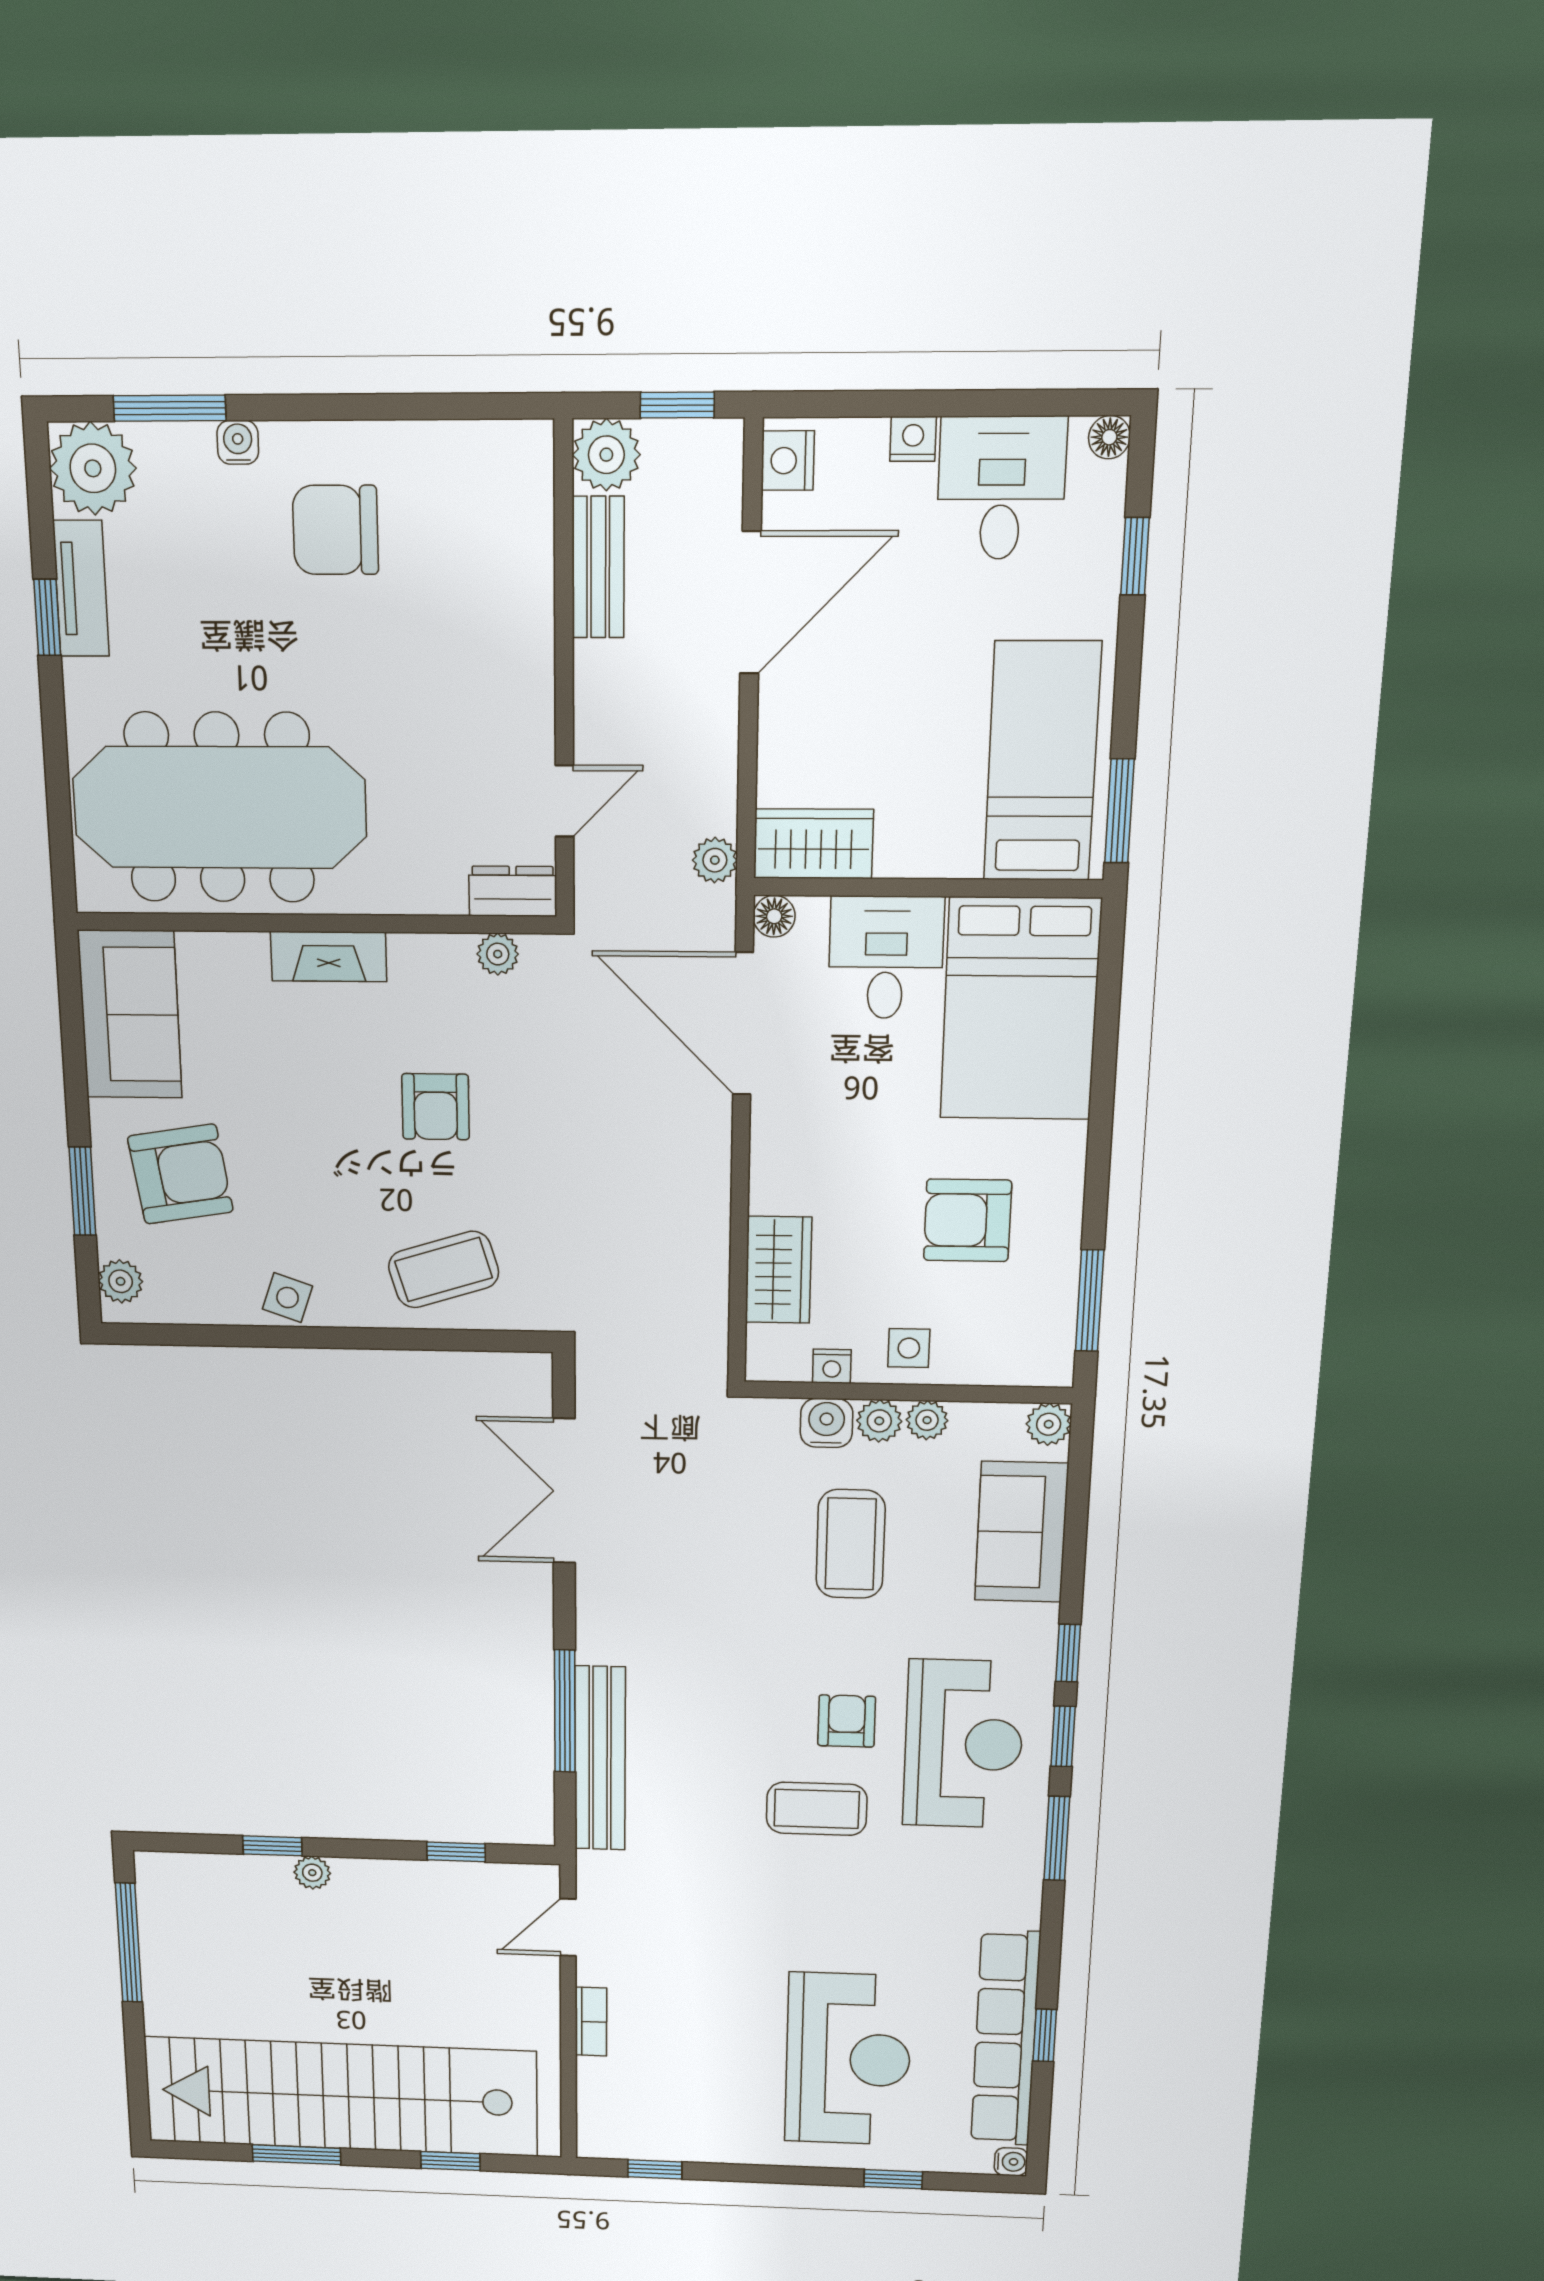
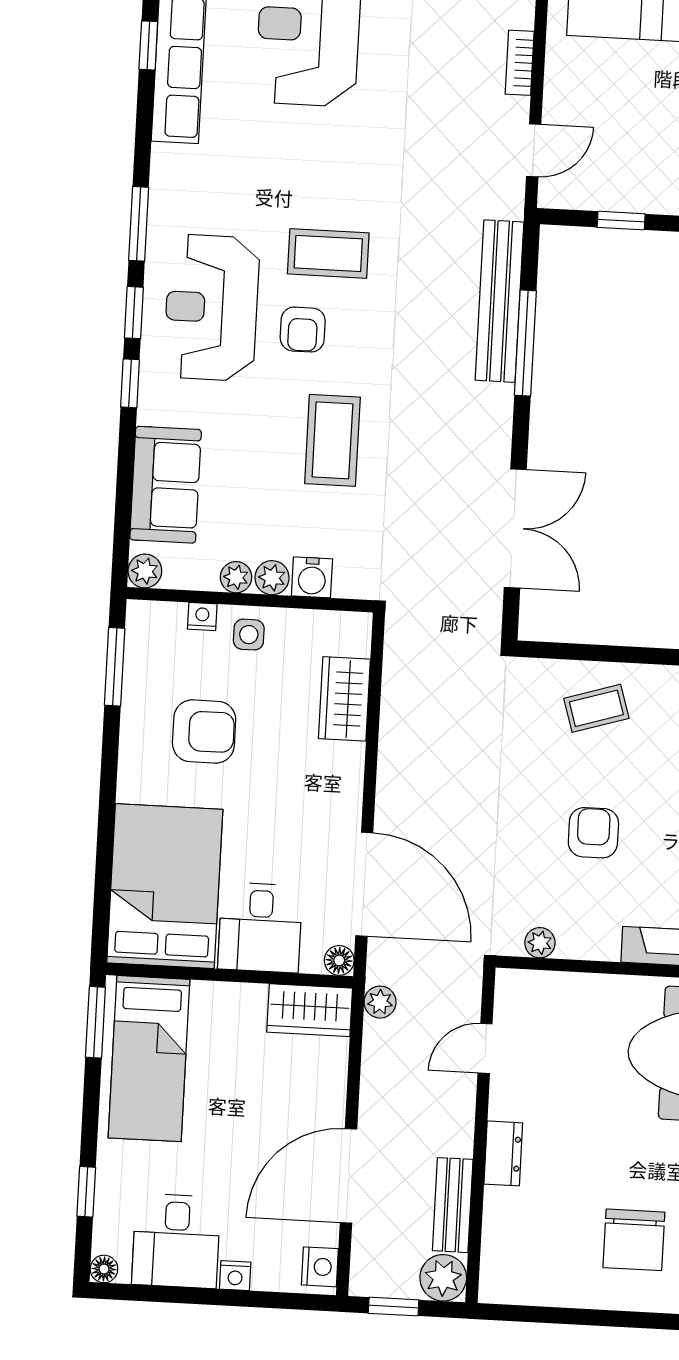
chair: (335, 530) -> (634, 1240), turned 90
dresser: (513, 891) -> (503, 1153), moved, turned -90
coffee table: (444, 1270) -> (596, 708), width x0.73, depth x0.77
nightstand: (832, 1366) -> (202, 617), moved
coffee table: (851, 1544) -> (332, 440), moved

